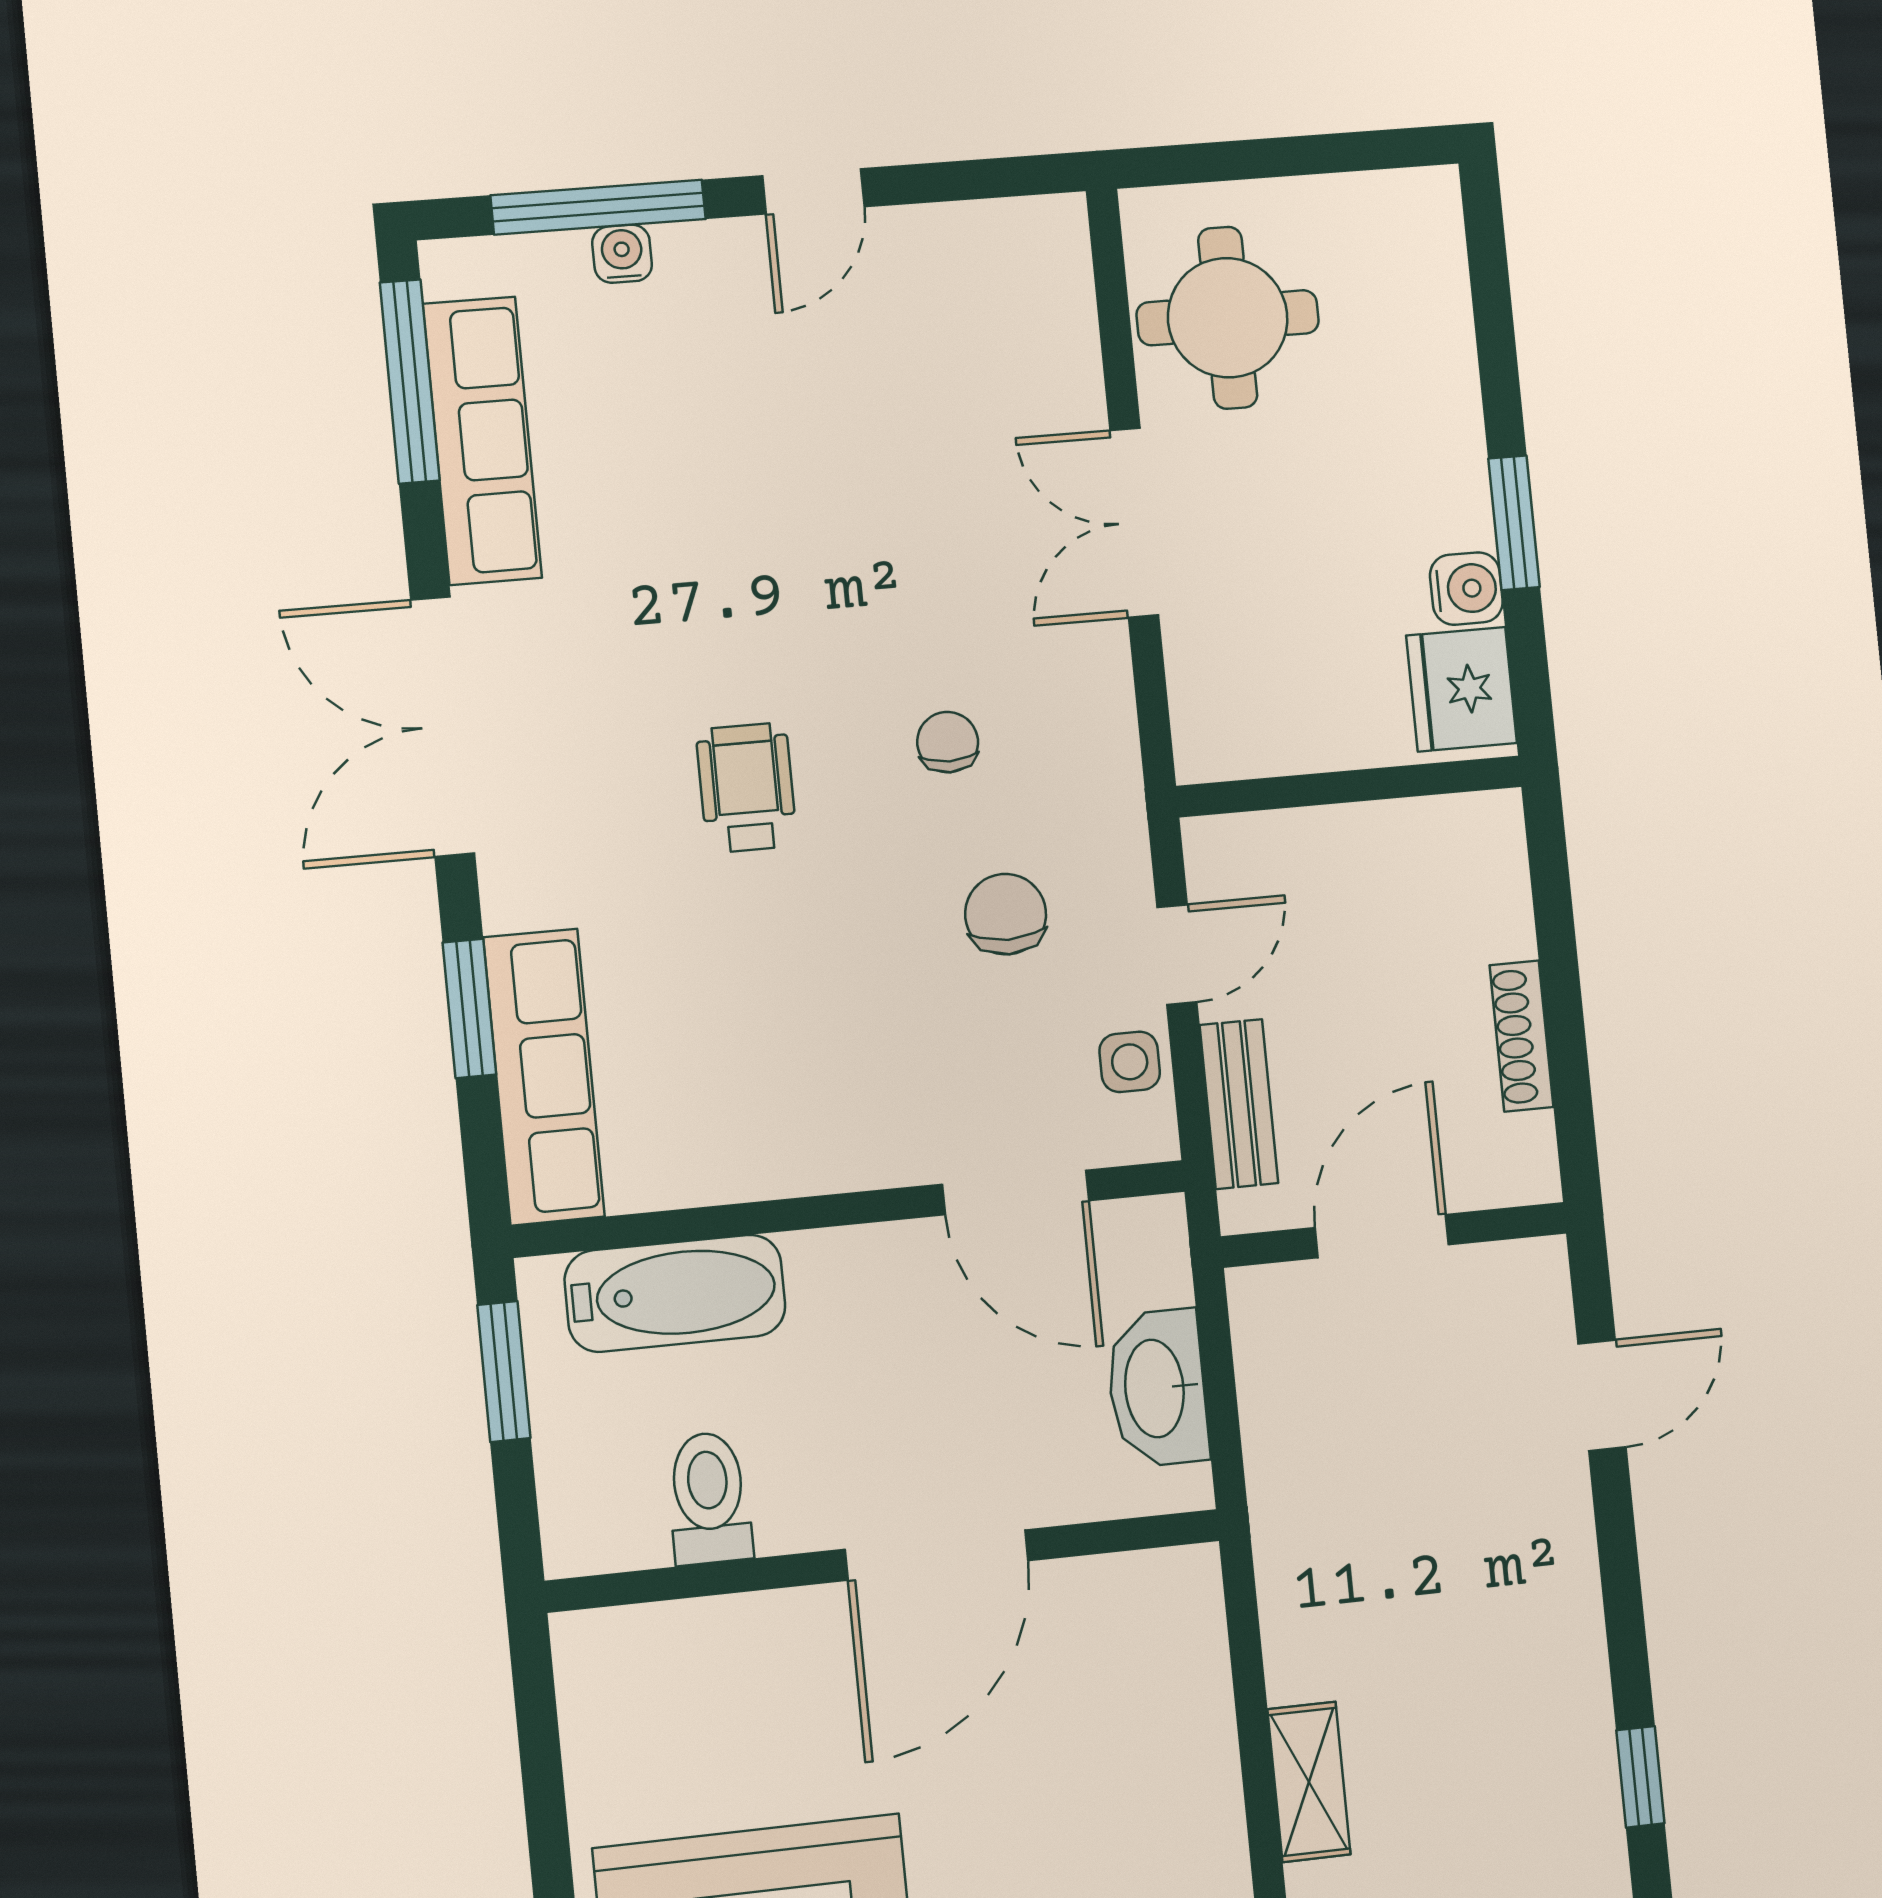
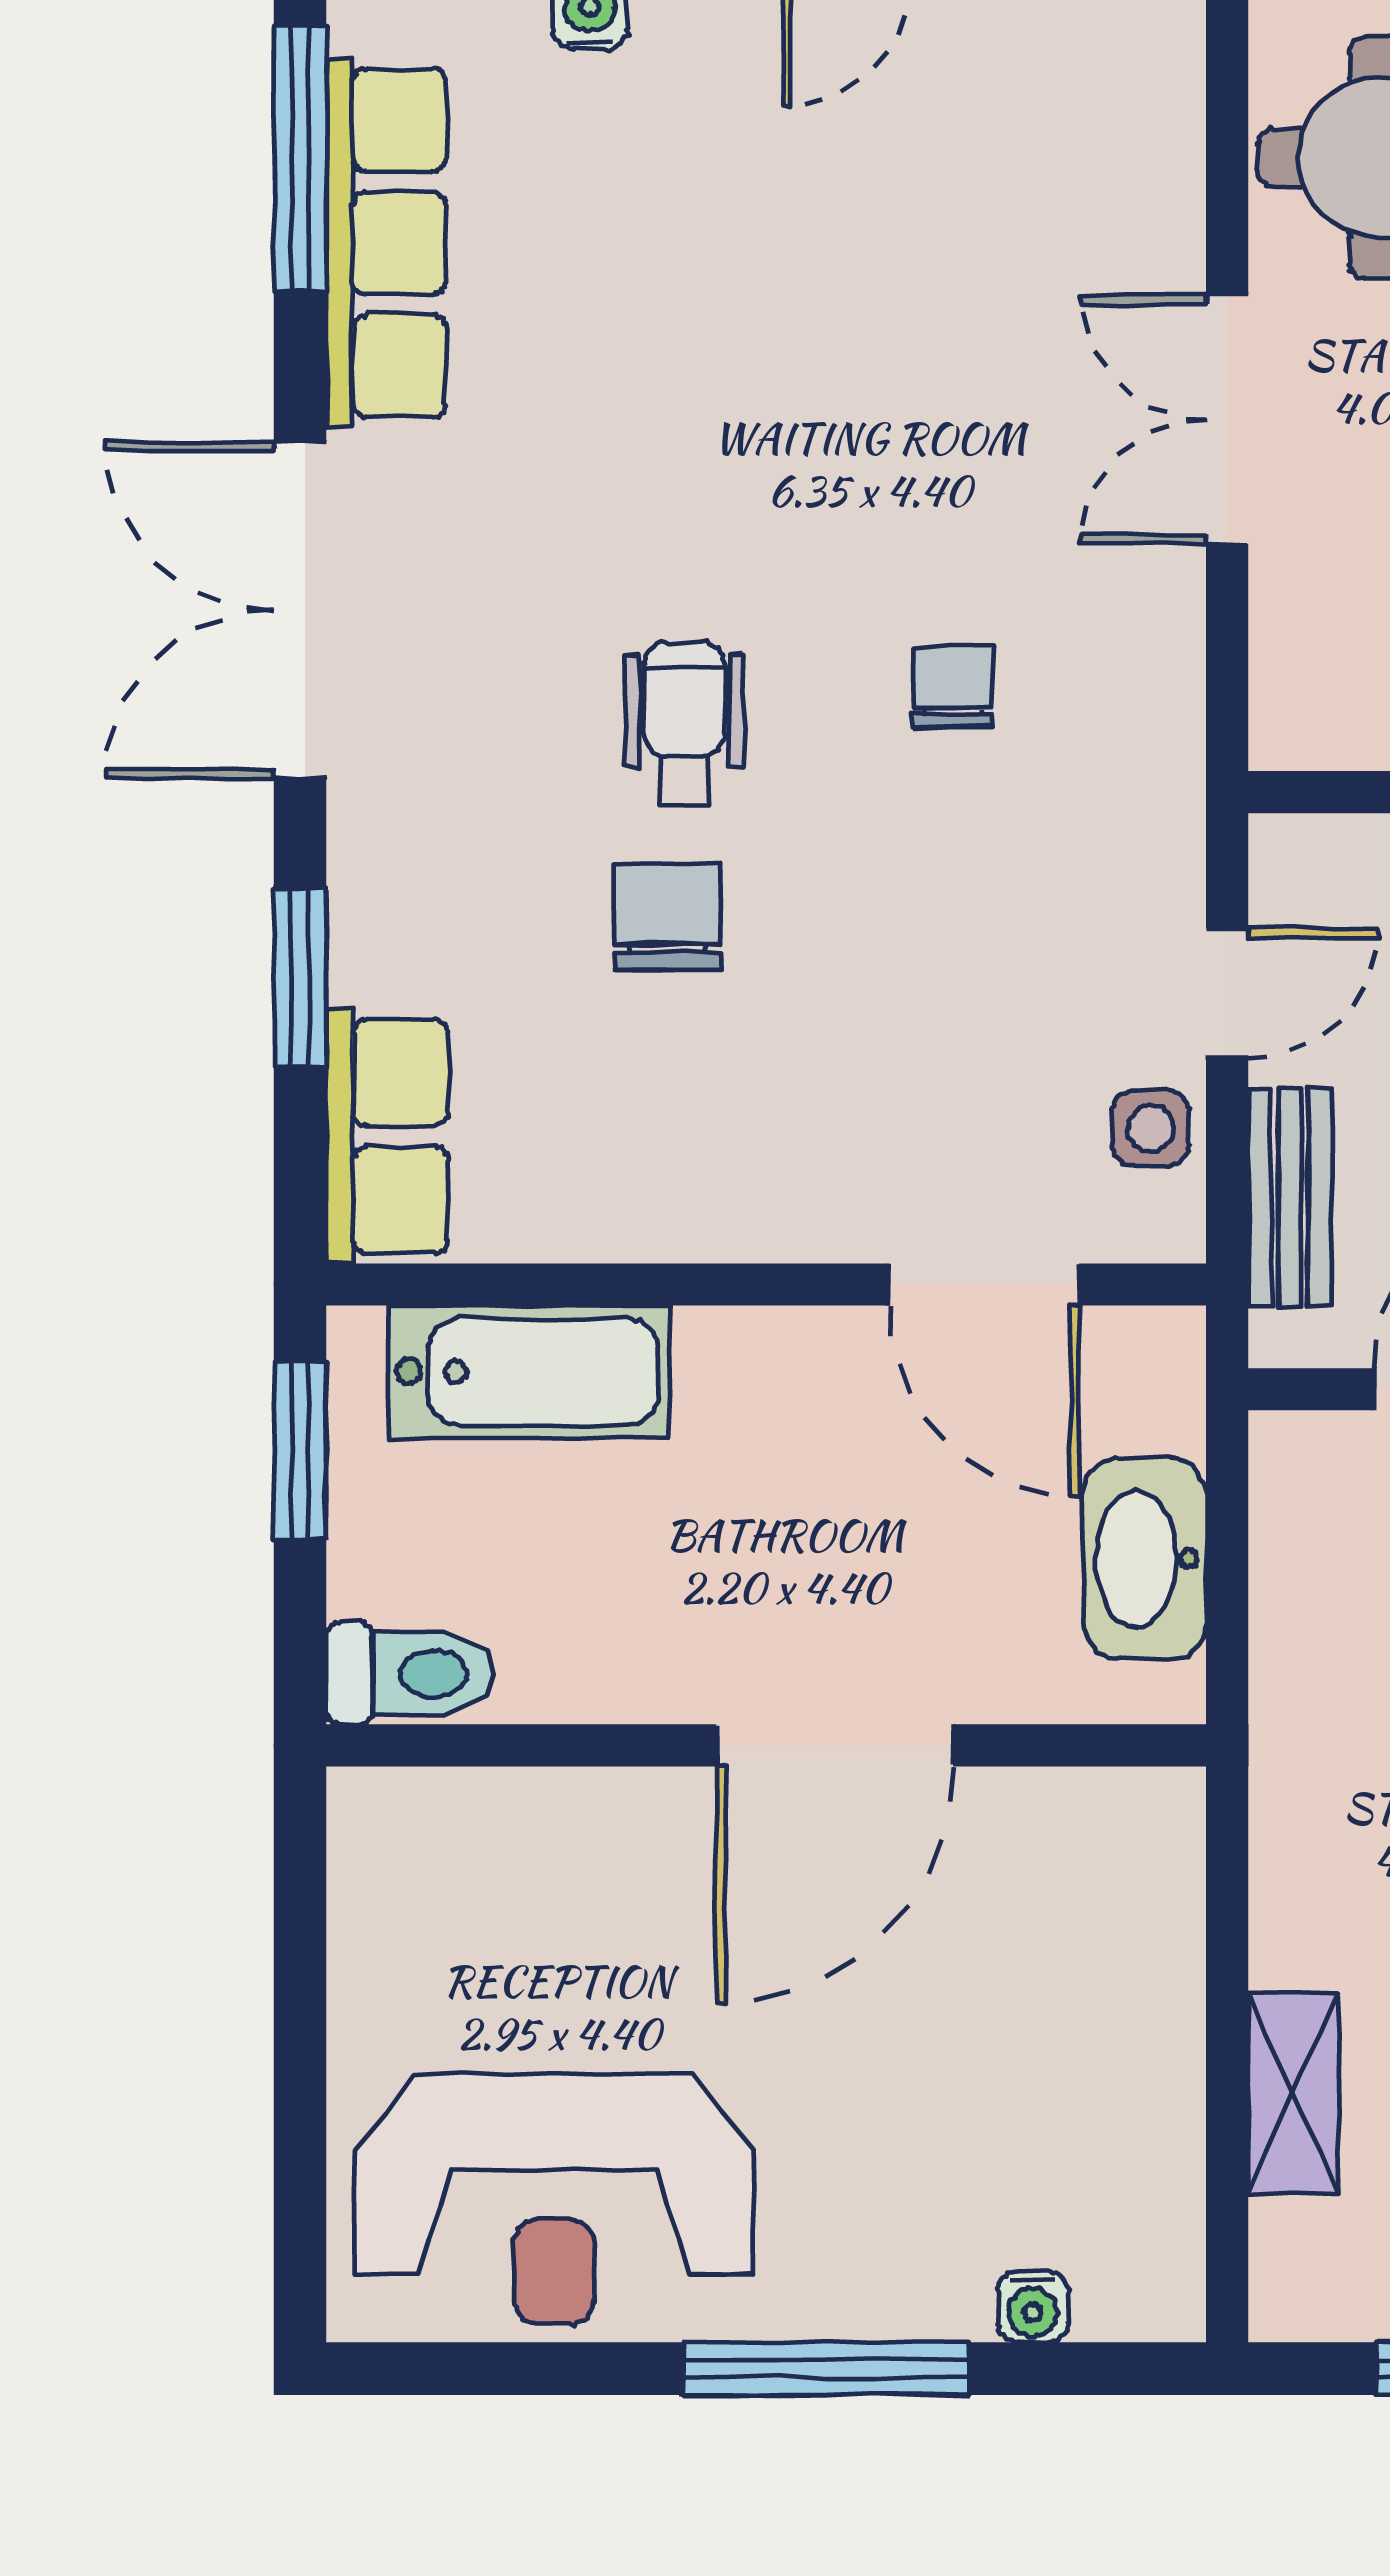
chair: (1006, 914) -> (667, 917), moved
row of seats: (544, 1077) -> (387, 1136), width x0.68
toilet: (709, 1498) -> (410, 1673), moved, turned 90

